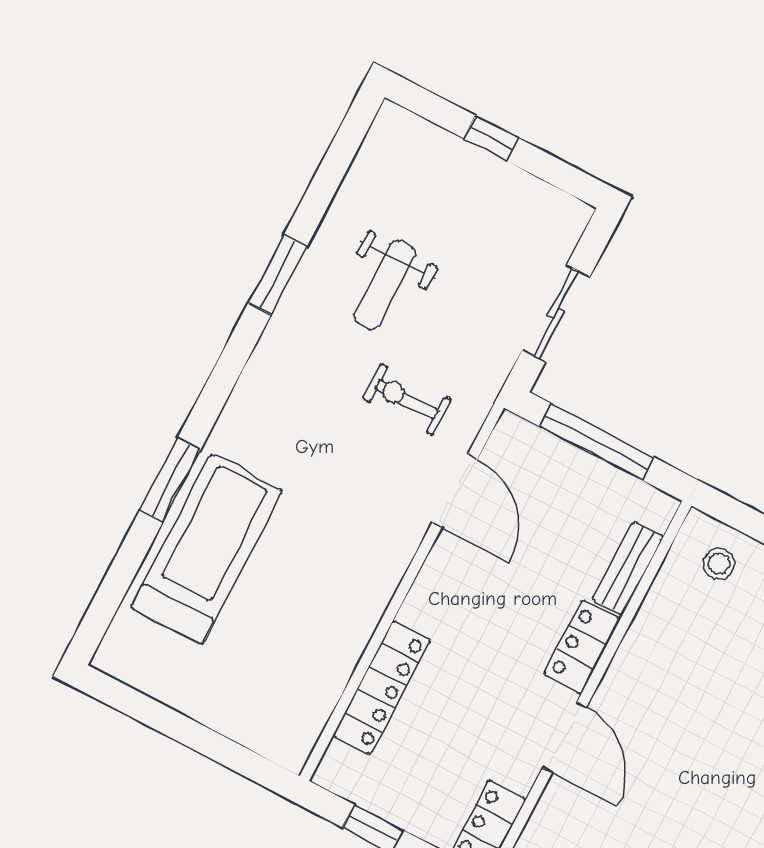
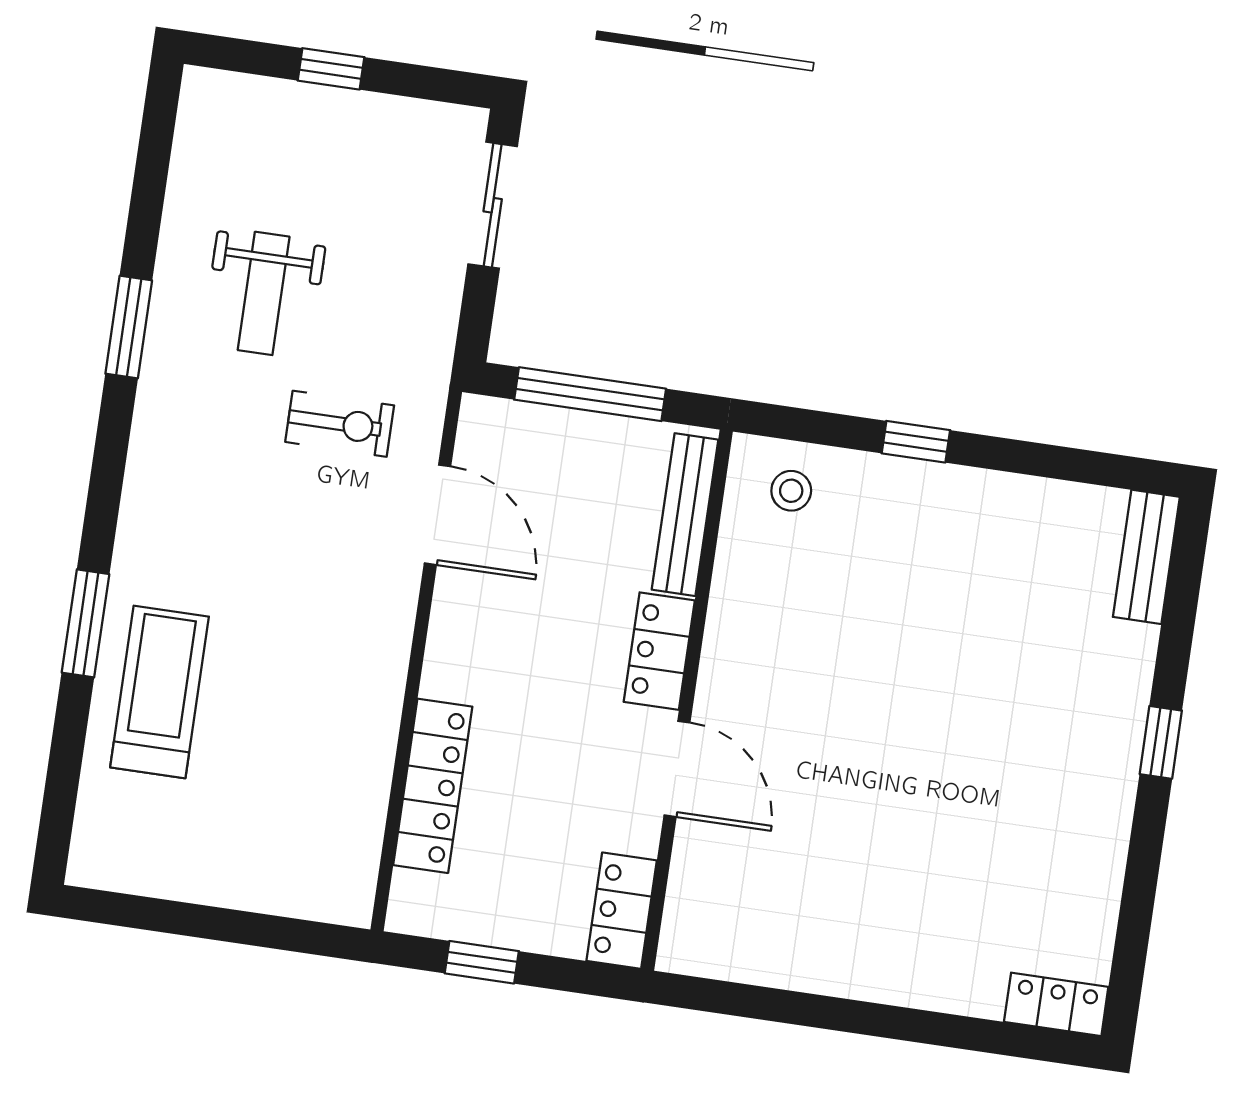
sliding door: (556, 313) -> (493, 205), moved
exercise bike: (407, 399) -> (340, 424), turned 180
treadmill: (207, 549) -> (159, 692), width x0.73, depth x0.73
bench: (628, 568) -> (685, 515), width x1.36

